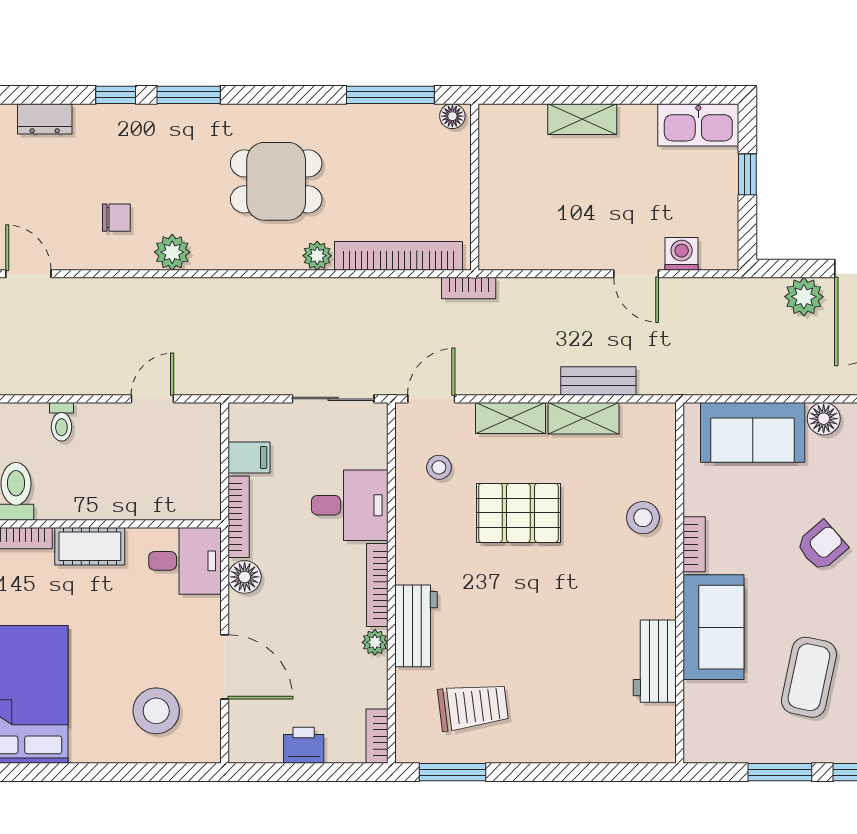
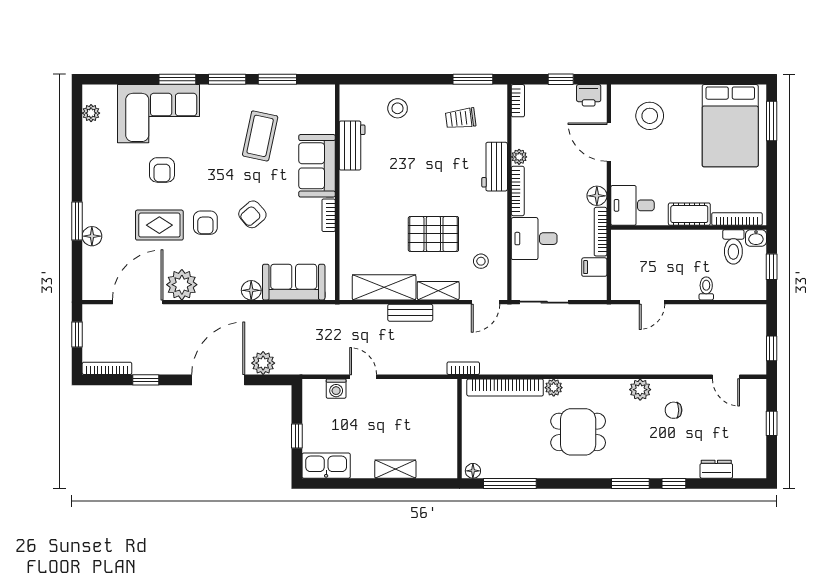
bench: (598, 381) -> (410, 313), moved
shelving: (583, 418) -> (384, 287), width x1.50, depth x1.33
stool: (643, 518) -> (398, 108), moved
trolley: (473, 707) -> (461, 118), width x0.73, depth x0.72
printer: (304, 745) -> (589, 95), moved
window: (305, 772) -> (561, 79), added

